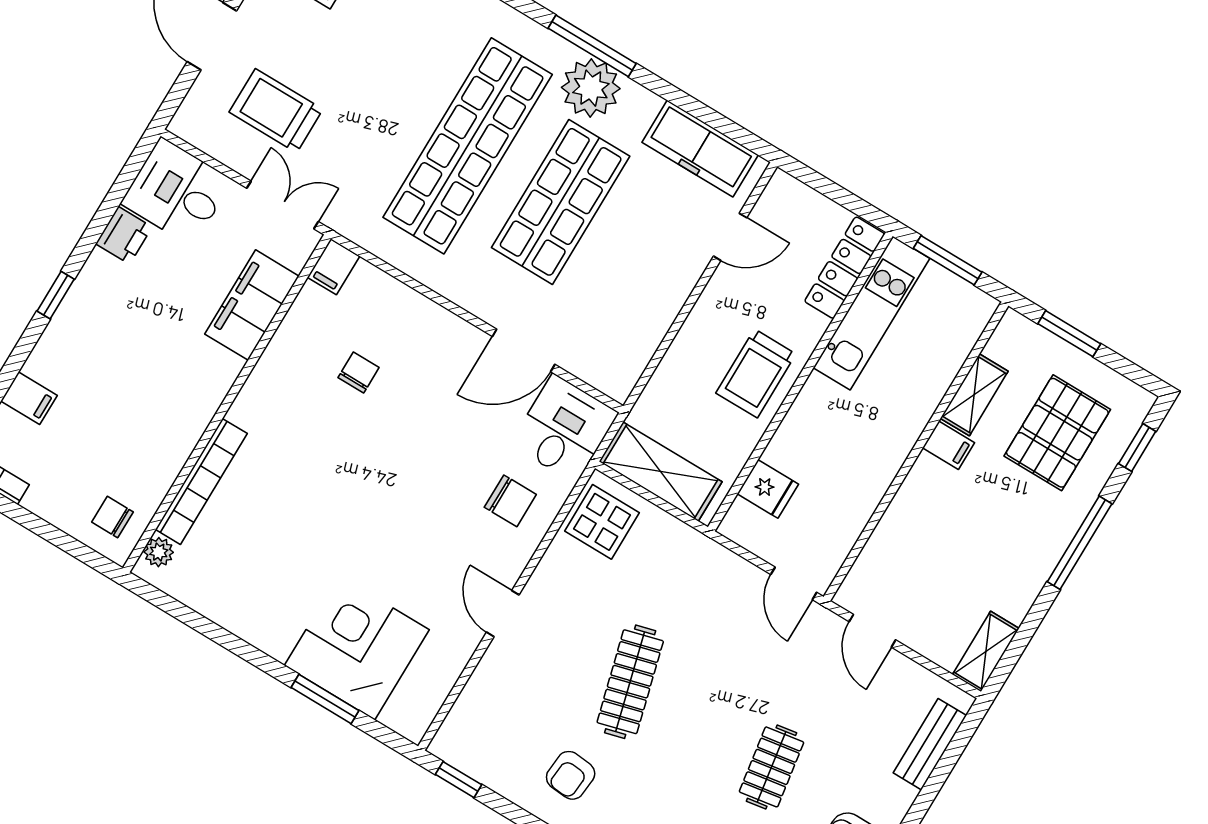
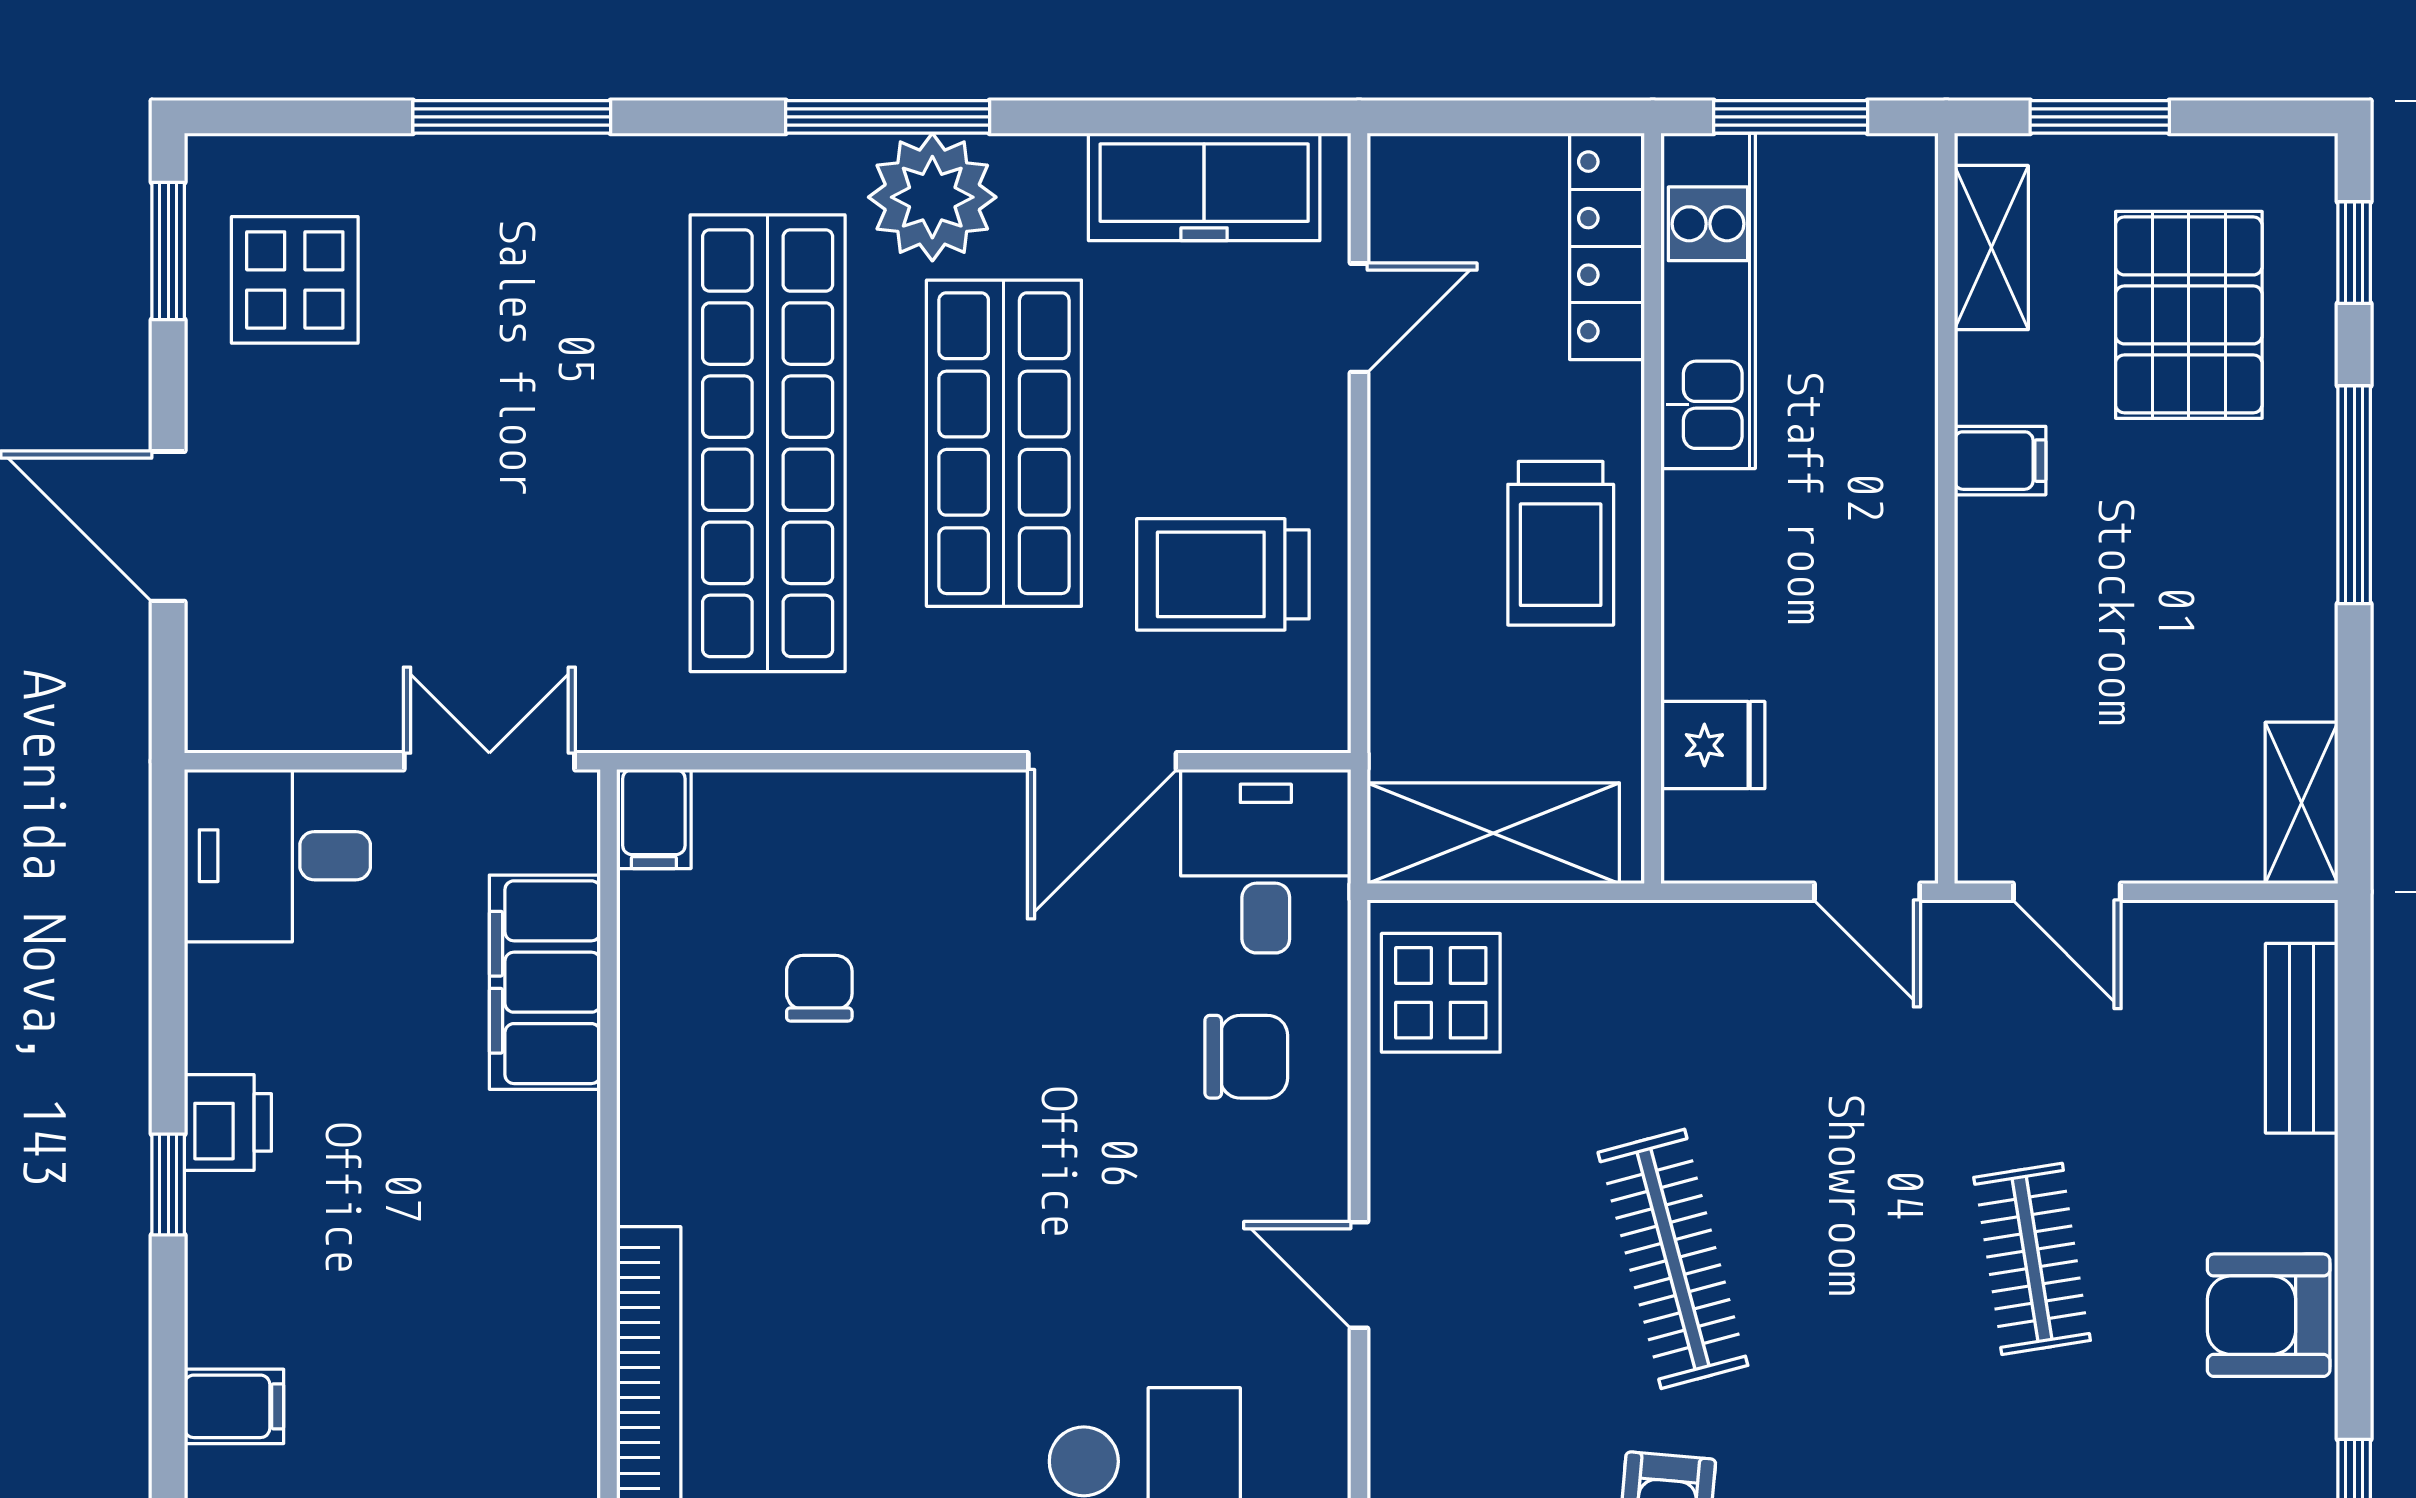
trolley: (276, 111) -> (1223, 574), moved
printer: (124, 235) -> (228, 1122), moved
shelving: (974, 395) -> (1991, 248), moved

